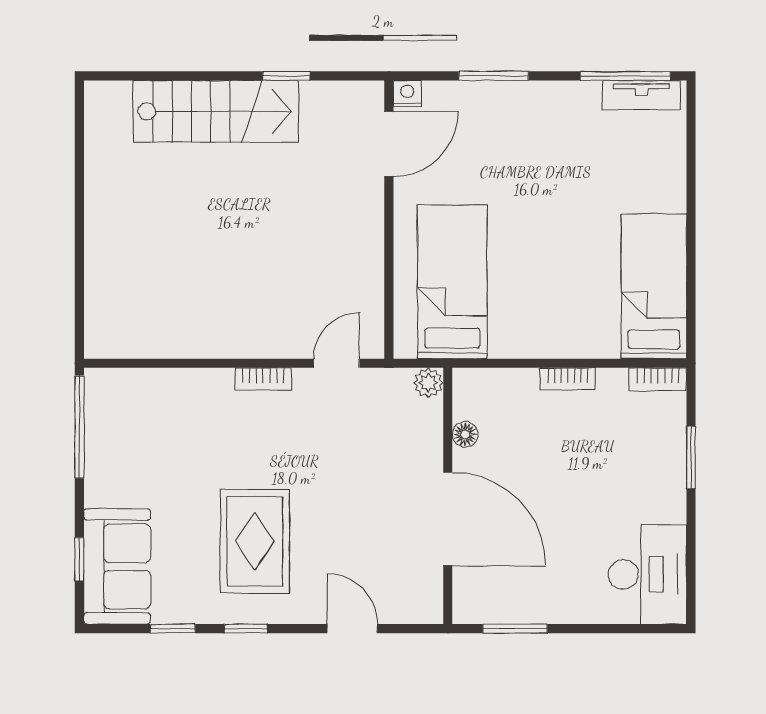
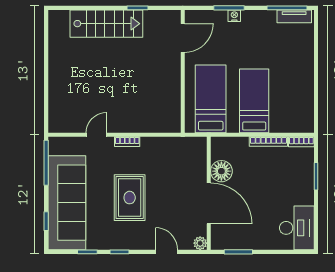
nightstand: (407, 93) -> (234, 16), moved
bed: (654, 286) -> (254, 101), moved
door: (337, 363) -> (96, 135), moved
bookcase: (568, 379) -> (268, 142), width x1.56
plant: (428, 383) -> (200, 243), moved
floor lamp: (465, 434) -> (221, 171), width x1.89, depth x1.89
rug: (255, 541) -> (130, 198), moved
sofa: (117, 566) -> (67, 203), width x1.85, depth x1.27

